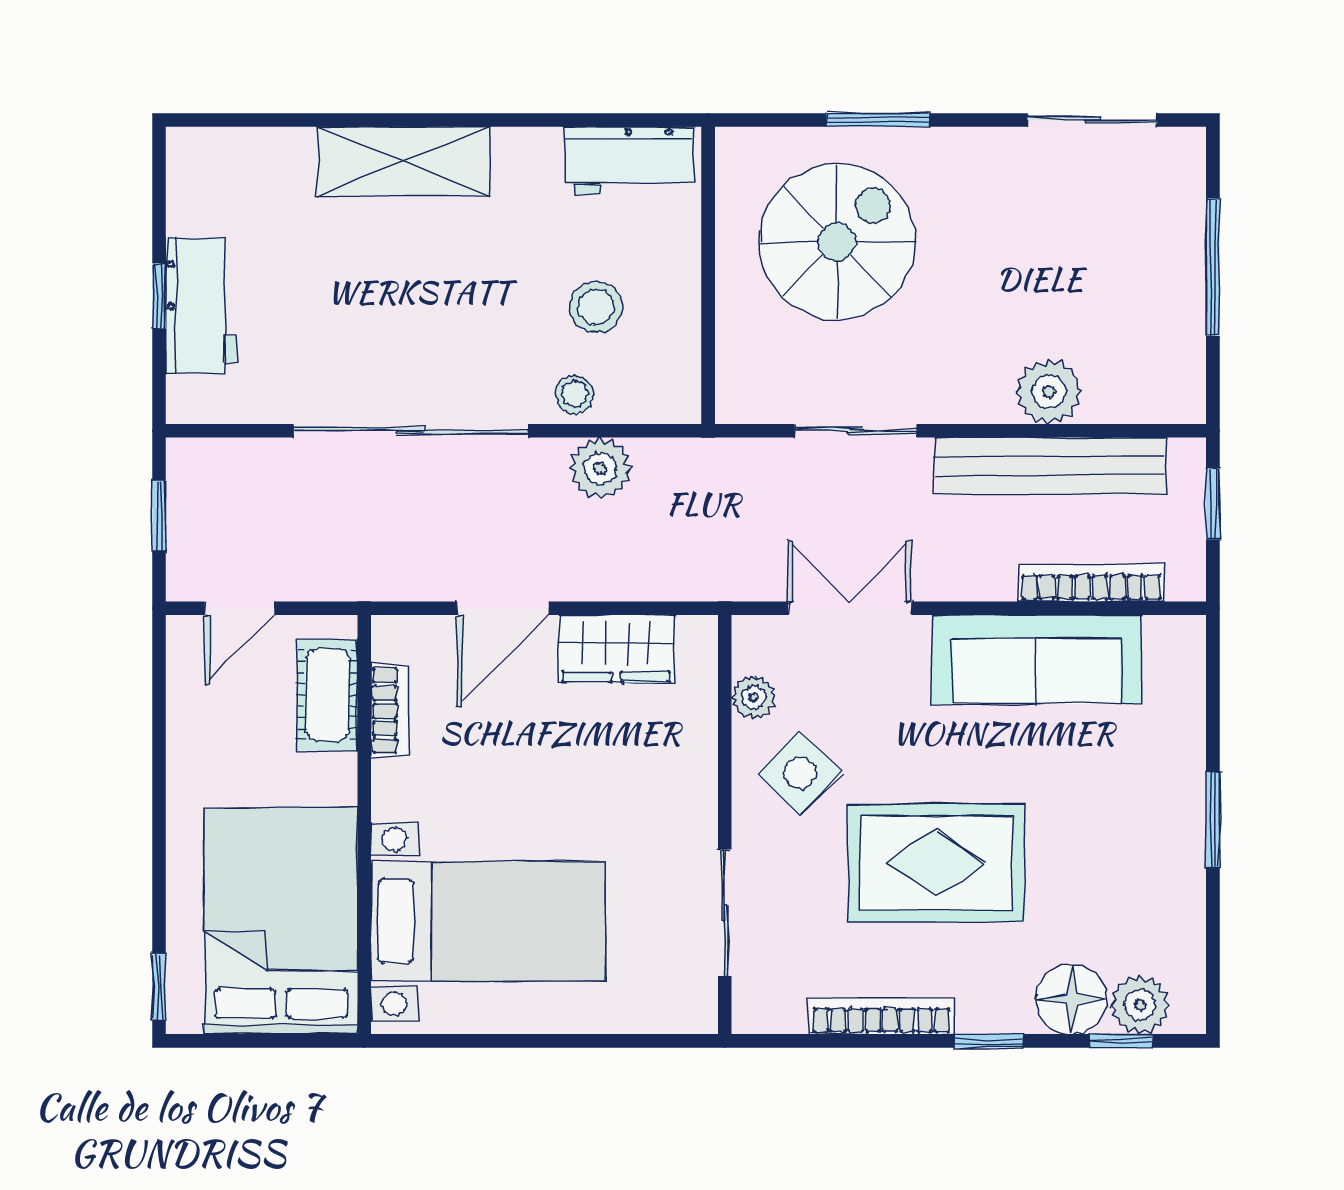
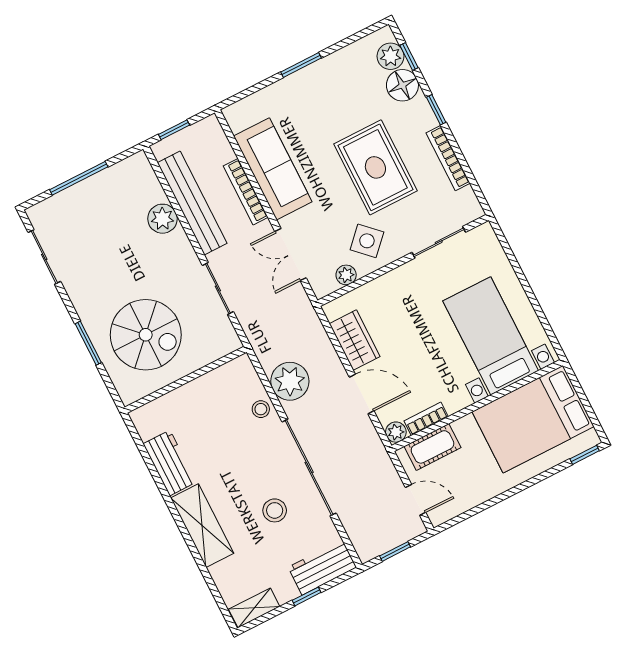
workbench: (629, 160) -> (170, 463), moved
shelving: (189, 181) -> (254, 608), added
spiral stairs: (837, 242) -> (146, 335), turned 180
workbench: (201, 306) -> (322, 567), moved
stool: (596, 307) -> (275, 510), moved
plant: (600, 468) -> (290, 381), width x1.36, depth x1.36
bookcase: (1091, 583) -> (246, 192), moved
plant: (393, 637) -> (396, 432), added

